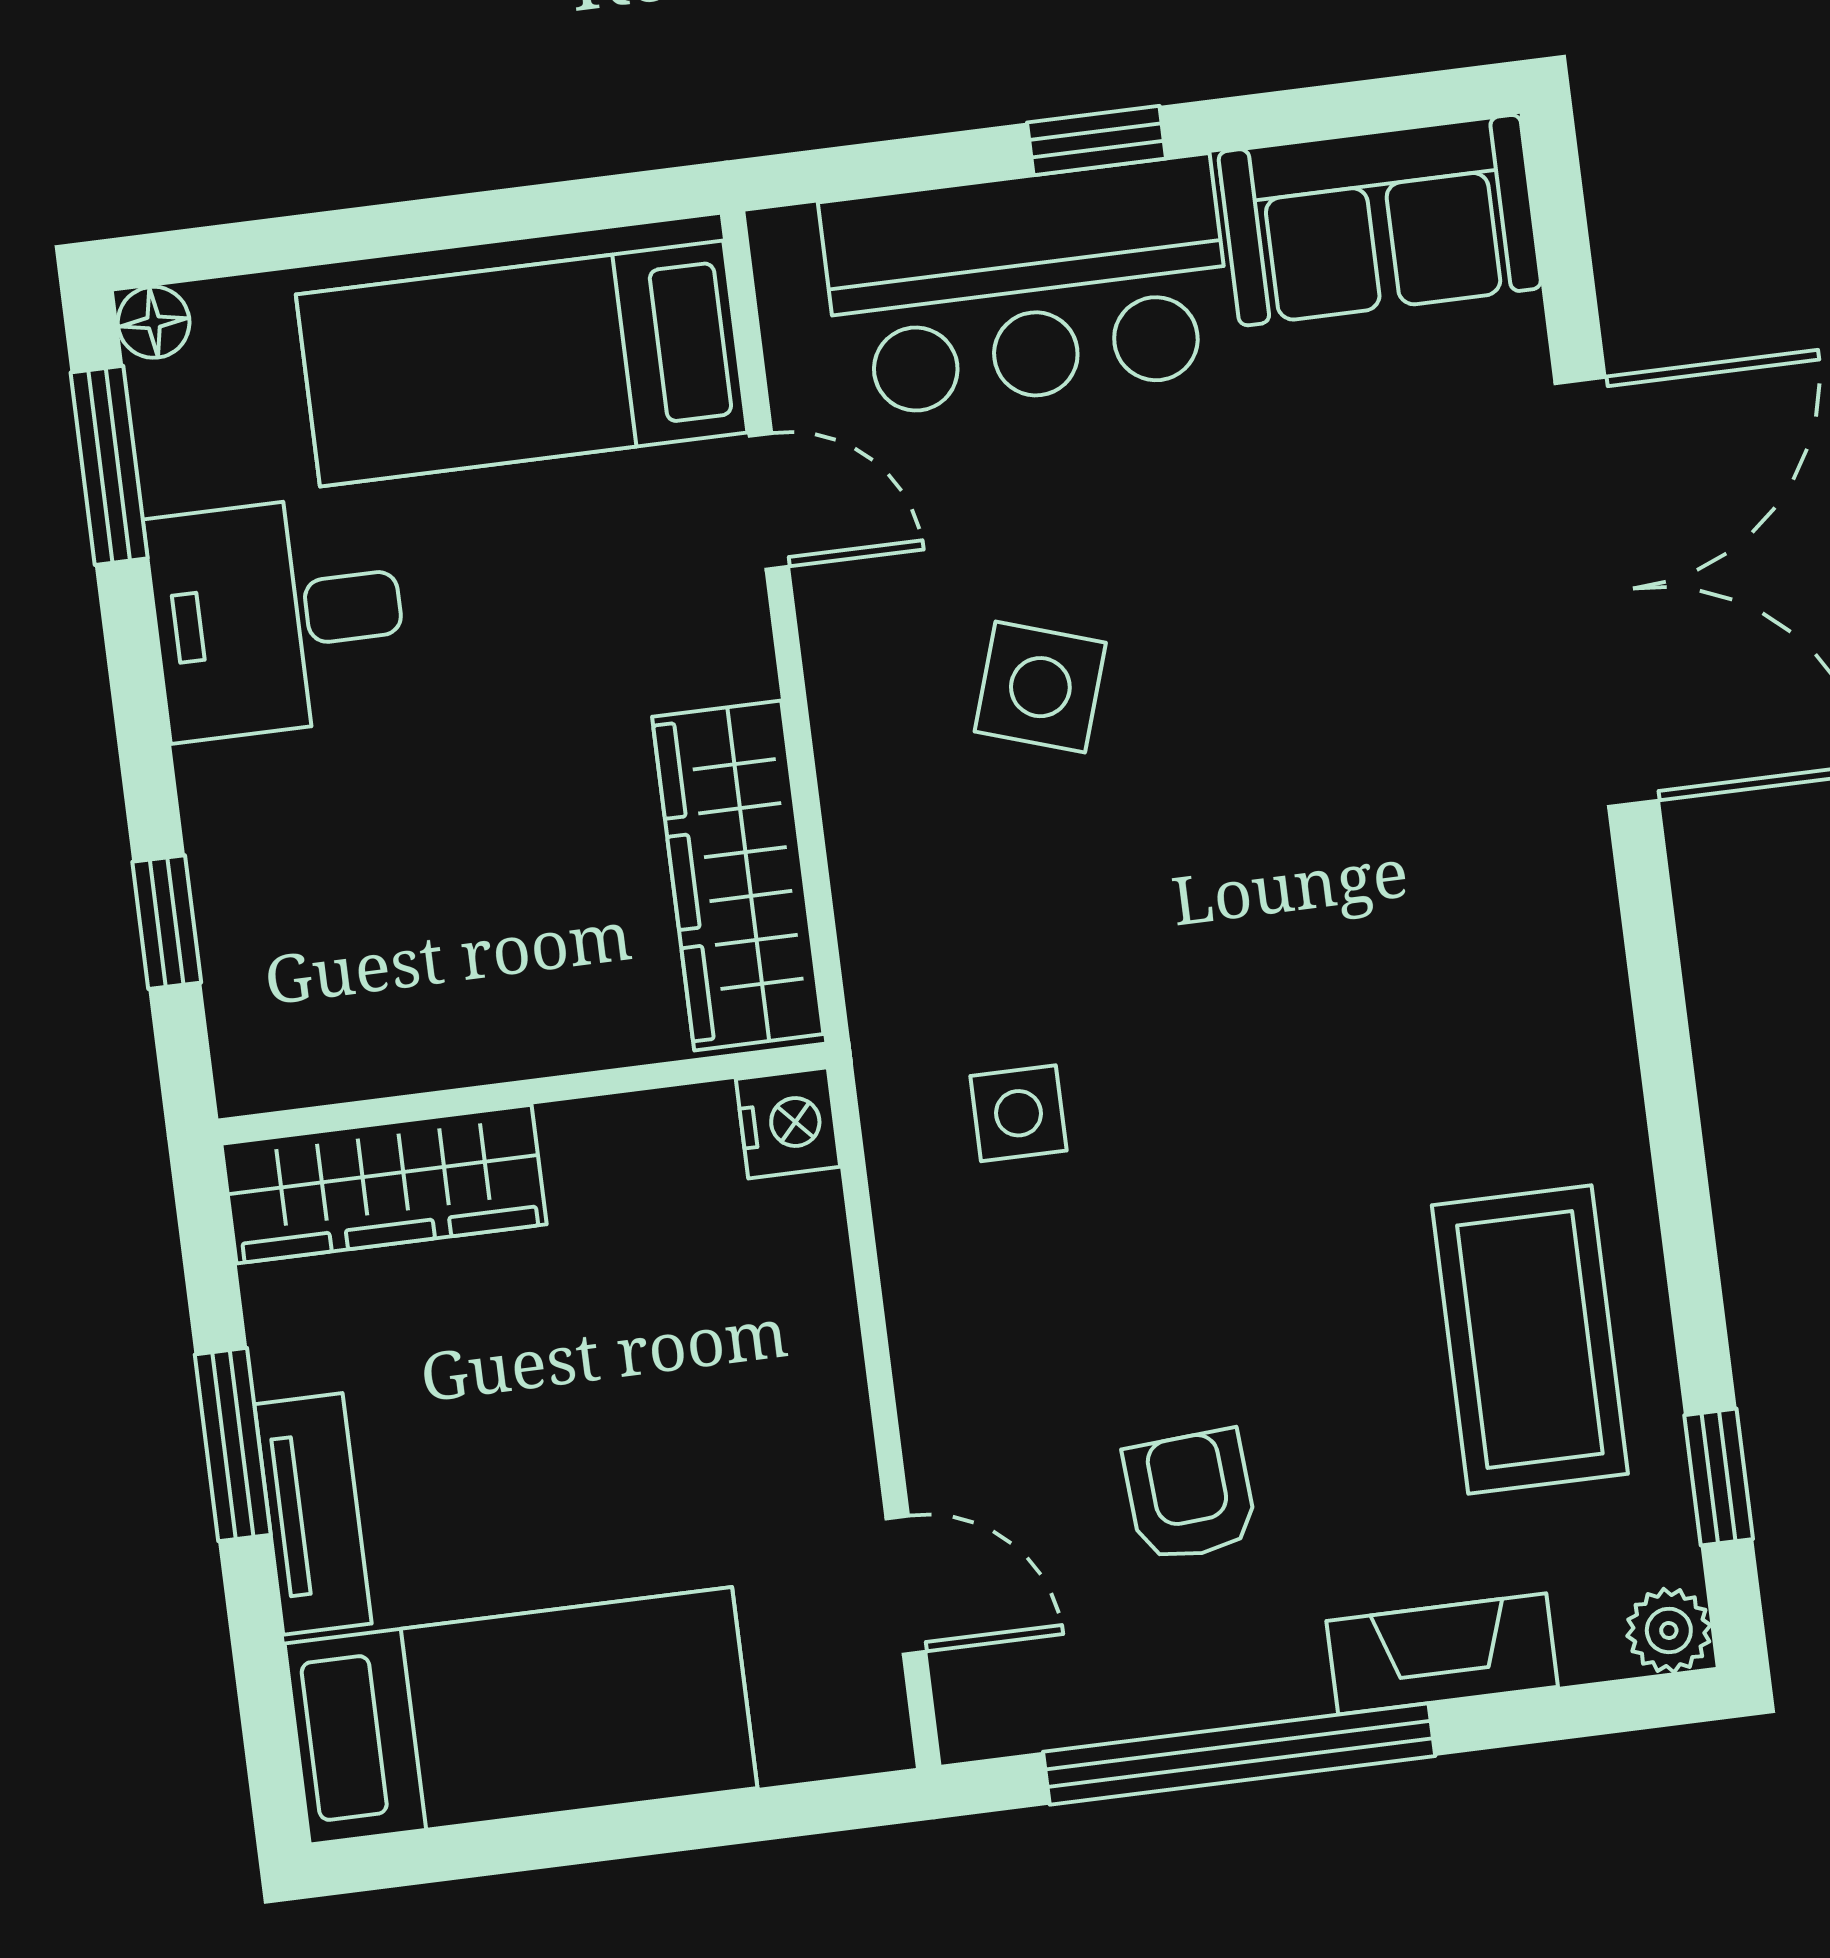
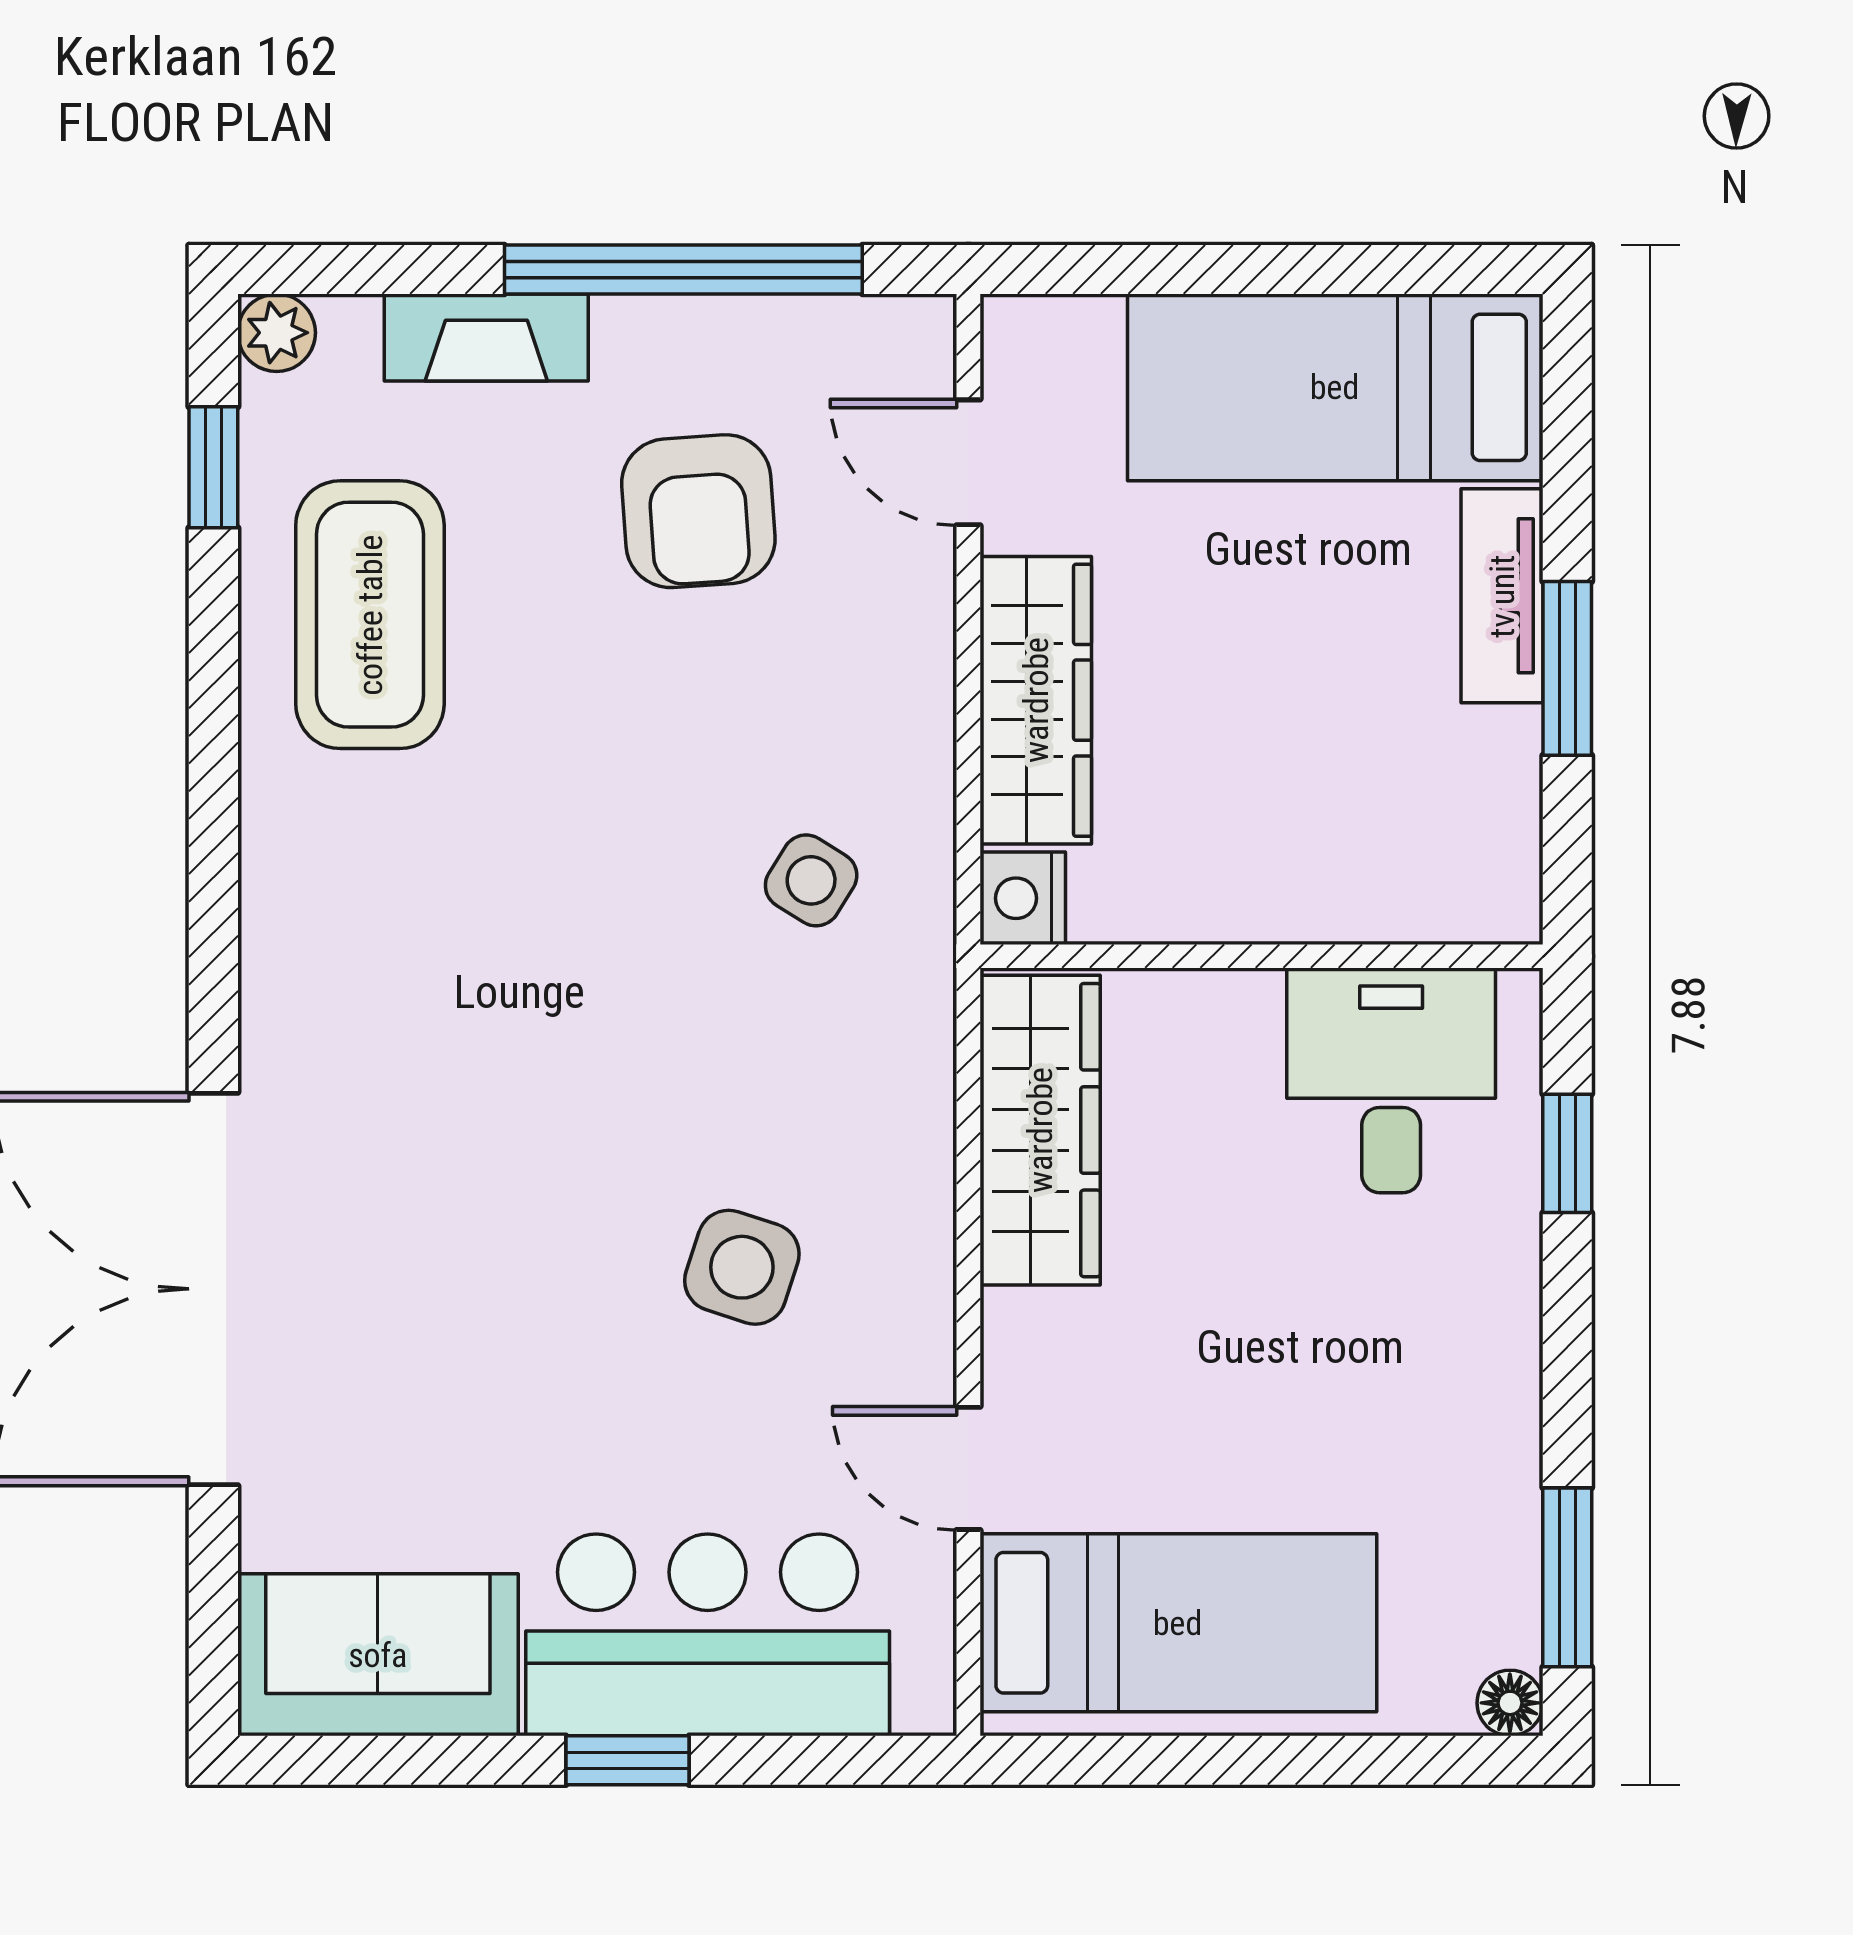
desk: (278, 616) -> (1391, 1080), moved, turned -90
side table: (1018, 1113) -> (811, 880), turned 32
wardrobe: (384, 1184) -> (1036, 700), moved, turned 90
armchair: (1190, 1496) -> (698, 511), width x1.38, depth x1.38

